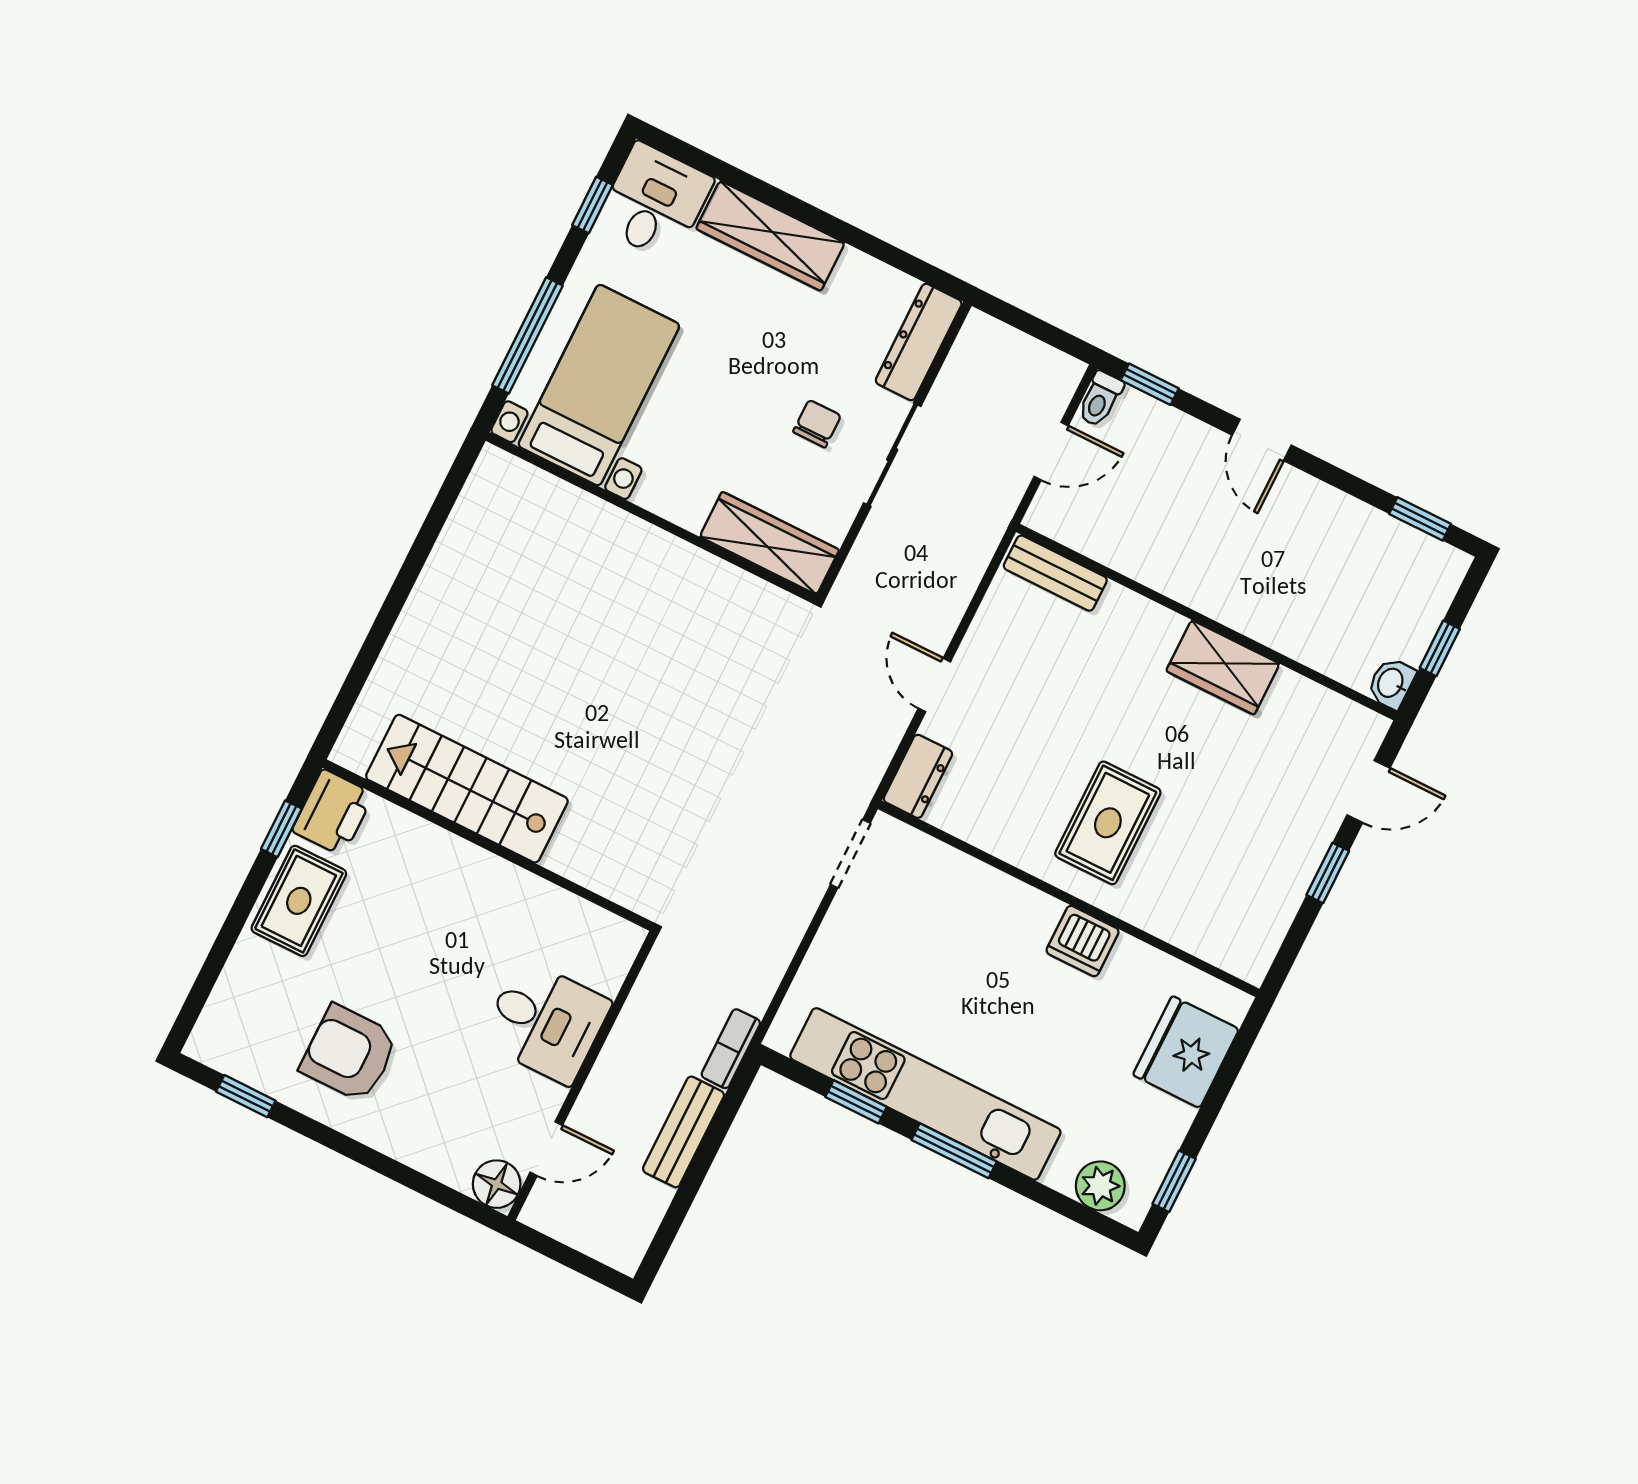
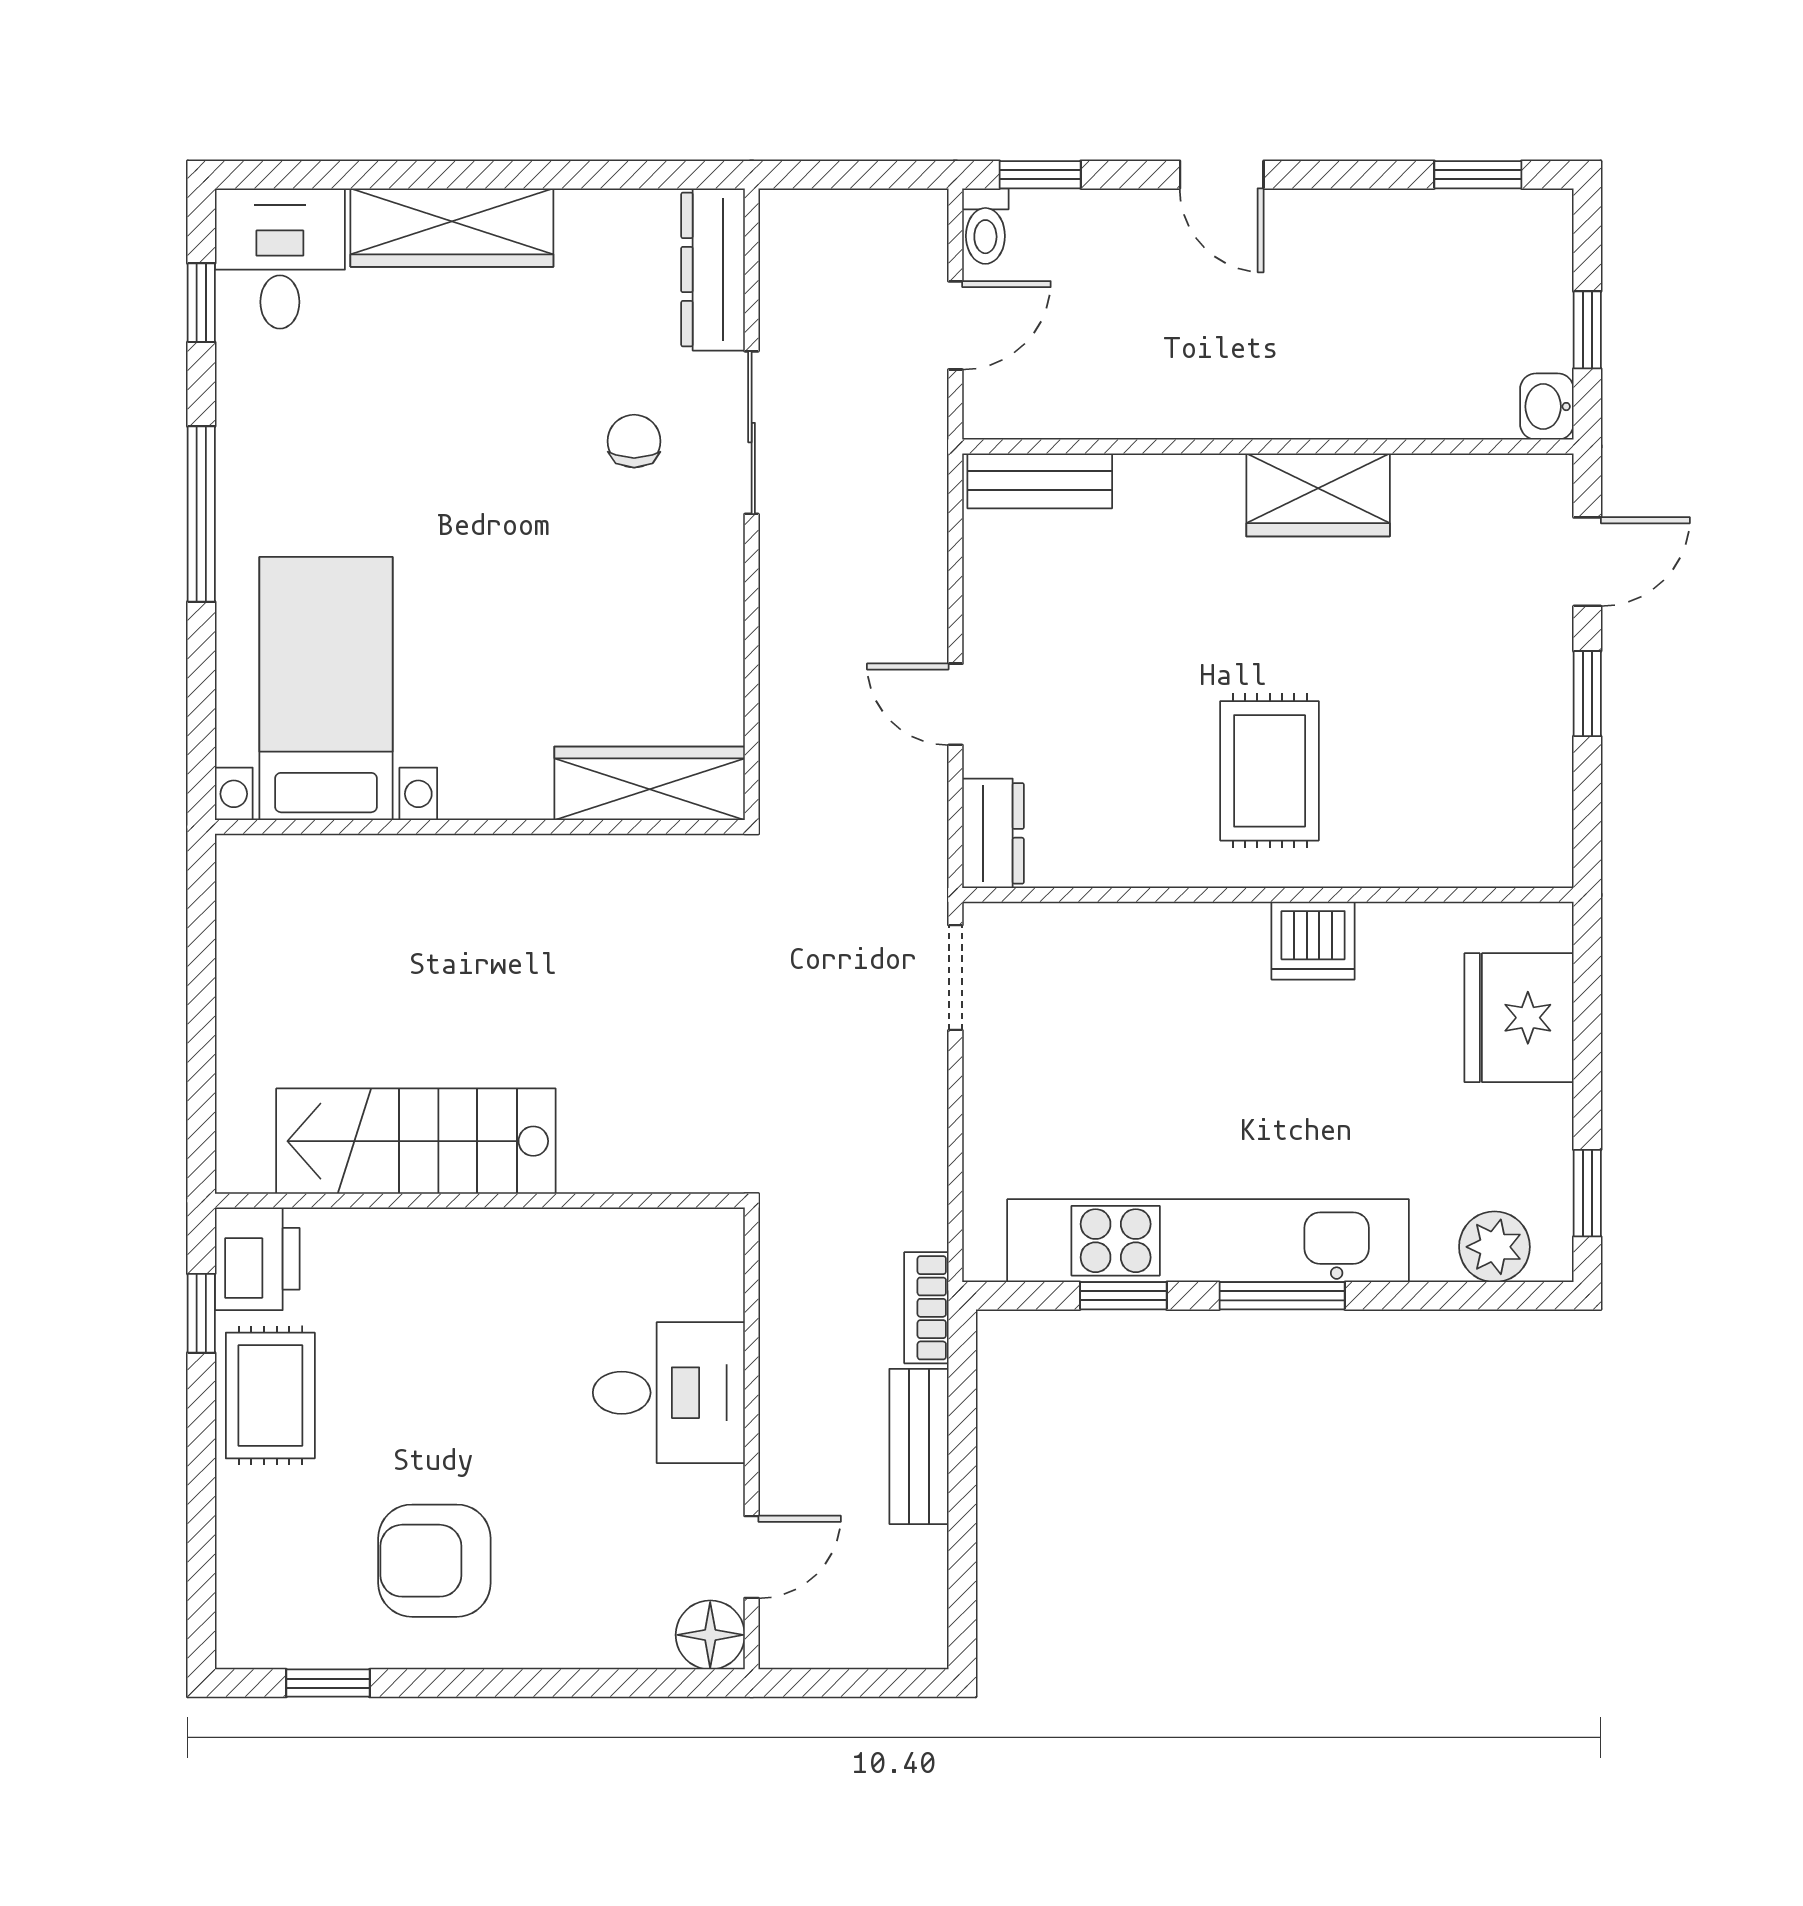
bed with nightstands: (599, 385) -> (326, 689), moved
wall: (651, 518) -> (480, 827), moved
wardrobe: (769, 543) -> (650, 783), moved

